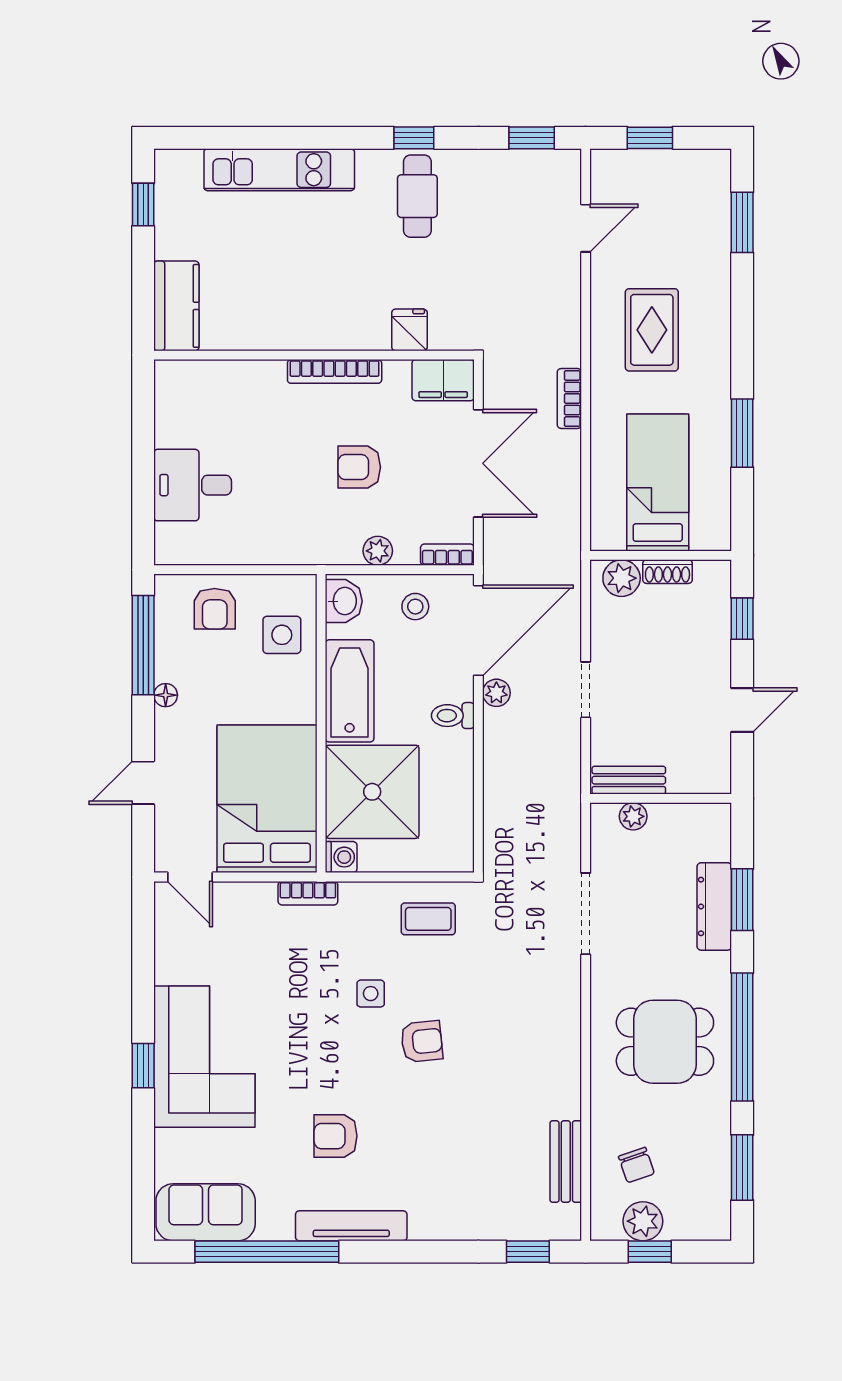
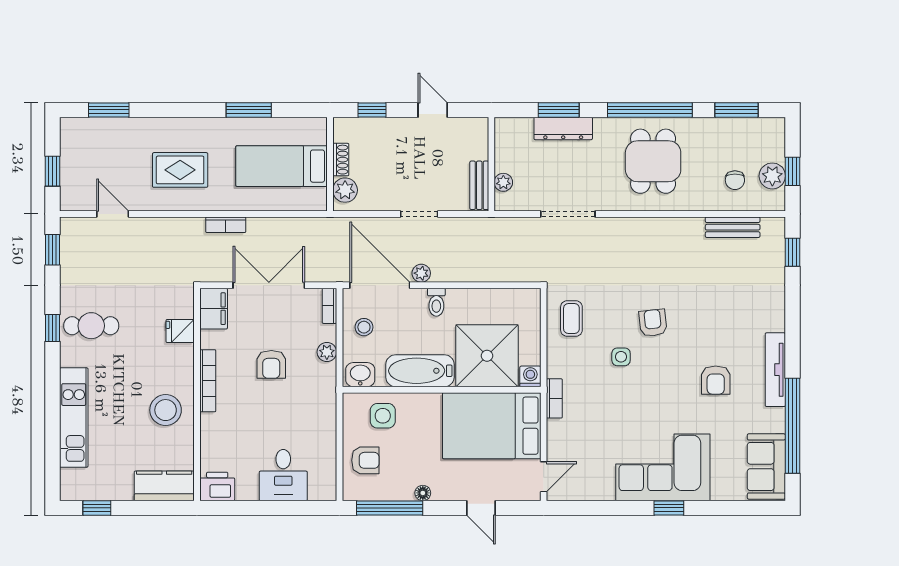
stool: (290, 308) -> (166, 410), added
printer: (175, 386) -> (217, 486), added
chair: (636, 1165) -> (735, 180), turned 109

